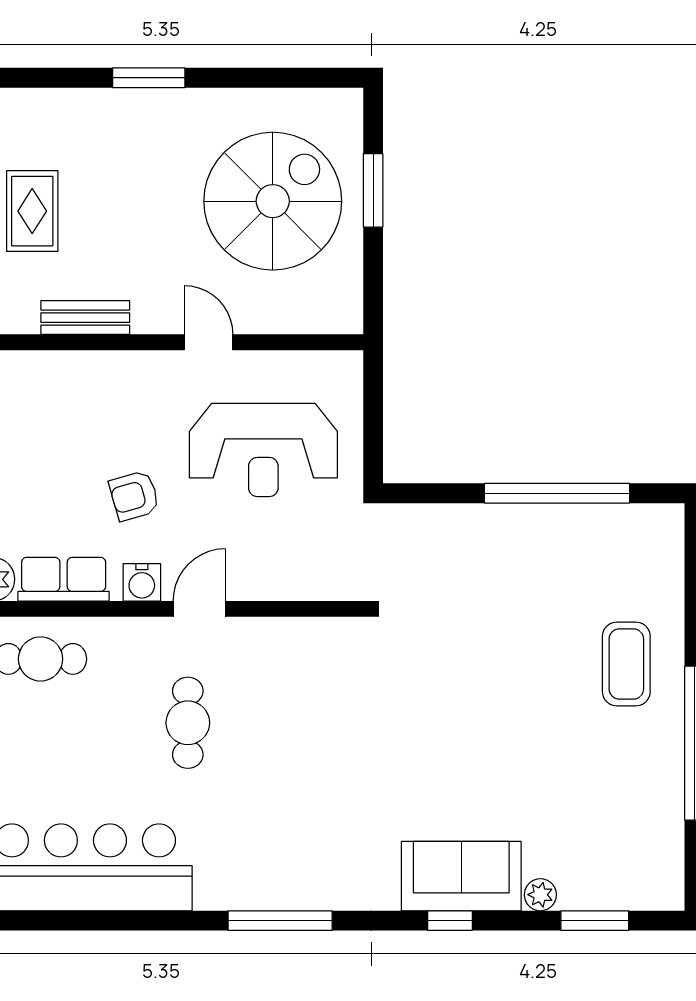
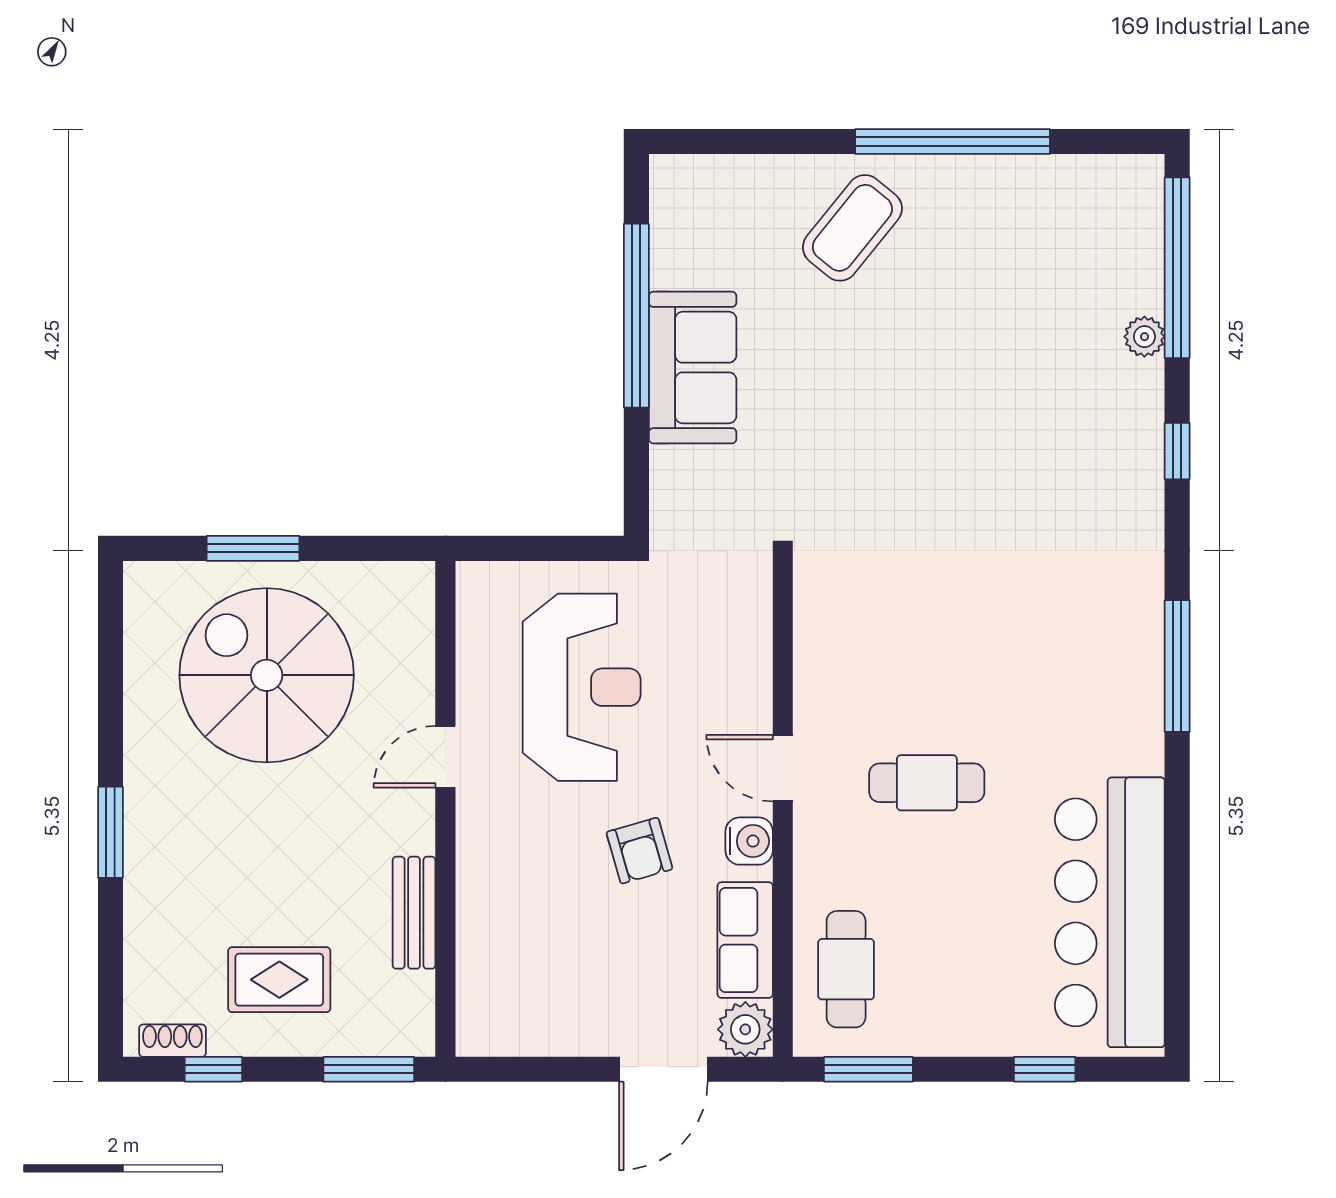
coffee table: (626, 664) -> (852, 228), turned -51
sofa: (461, 876) -> (693, 368), moved, turned 180
window: (595, 921) -> (1177, 268), width x2.11

